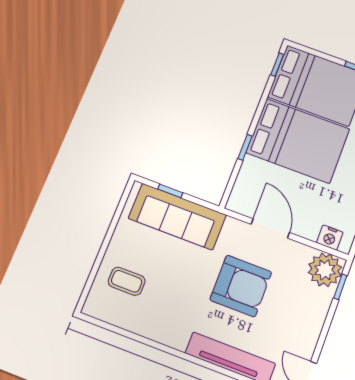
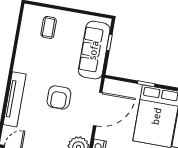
door: (270, 228) -> (98, 109), width x1.36
armchair: (241, 286) -> (59, 97), width x0.73, depth x0.73

